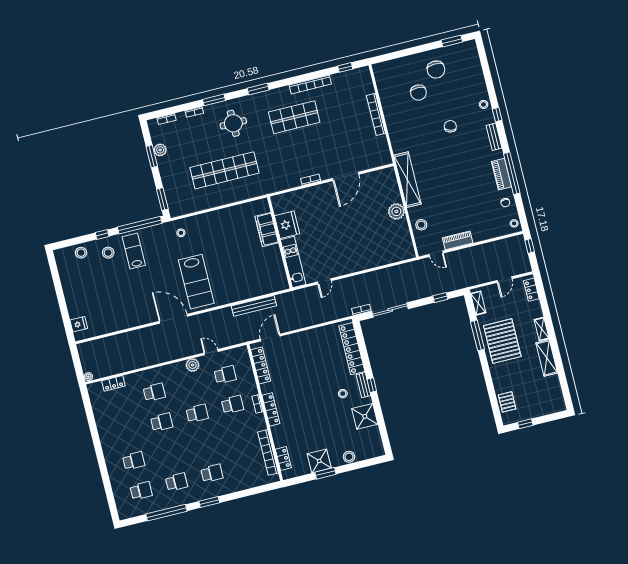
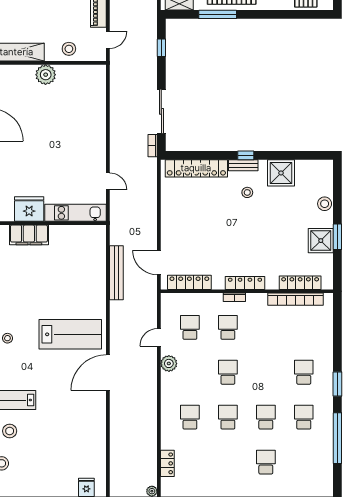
locker: (283, 459) -> (300, 283), width x1.53
school desk: (141, 491) -> (266, 417), moved

